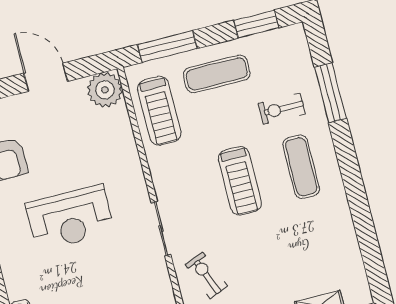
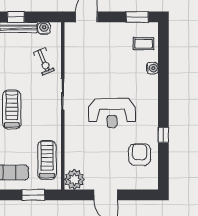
window: (167, 47) -> (33, 195), width x0.69
reception desk: (70, 218) -> (112, 113), turned 180

